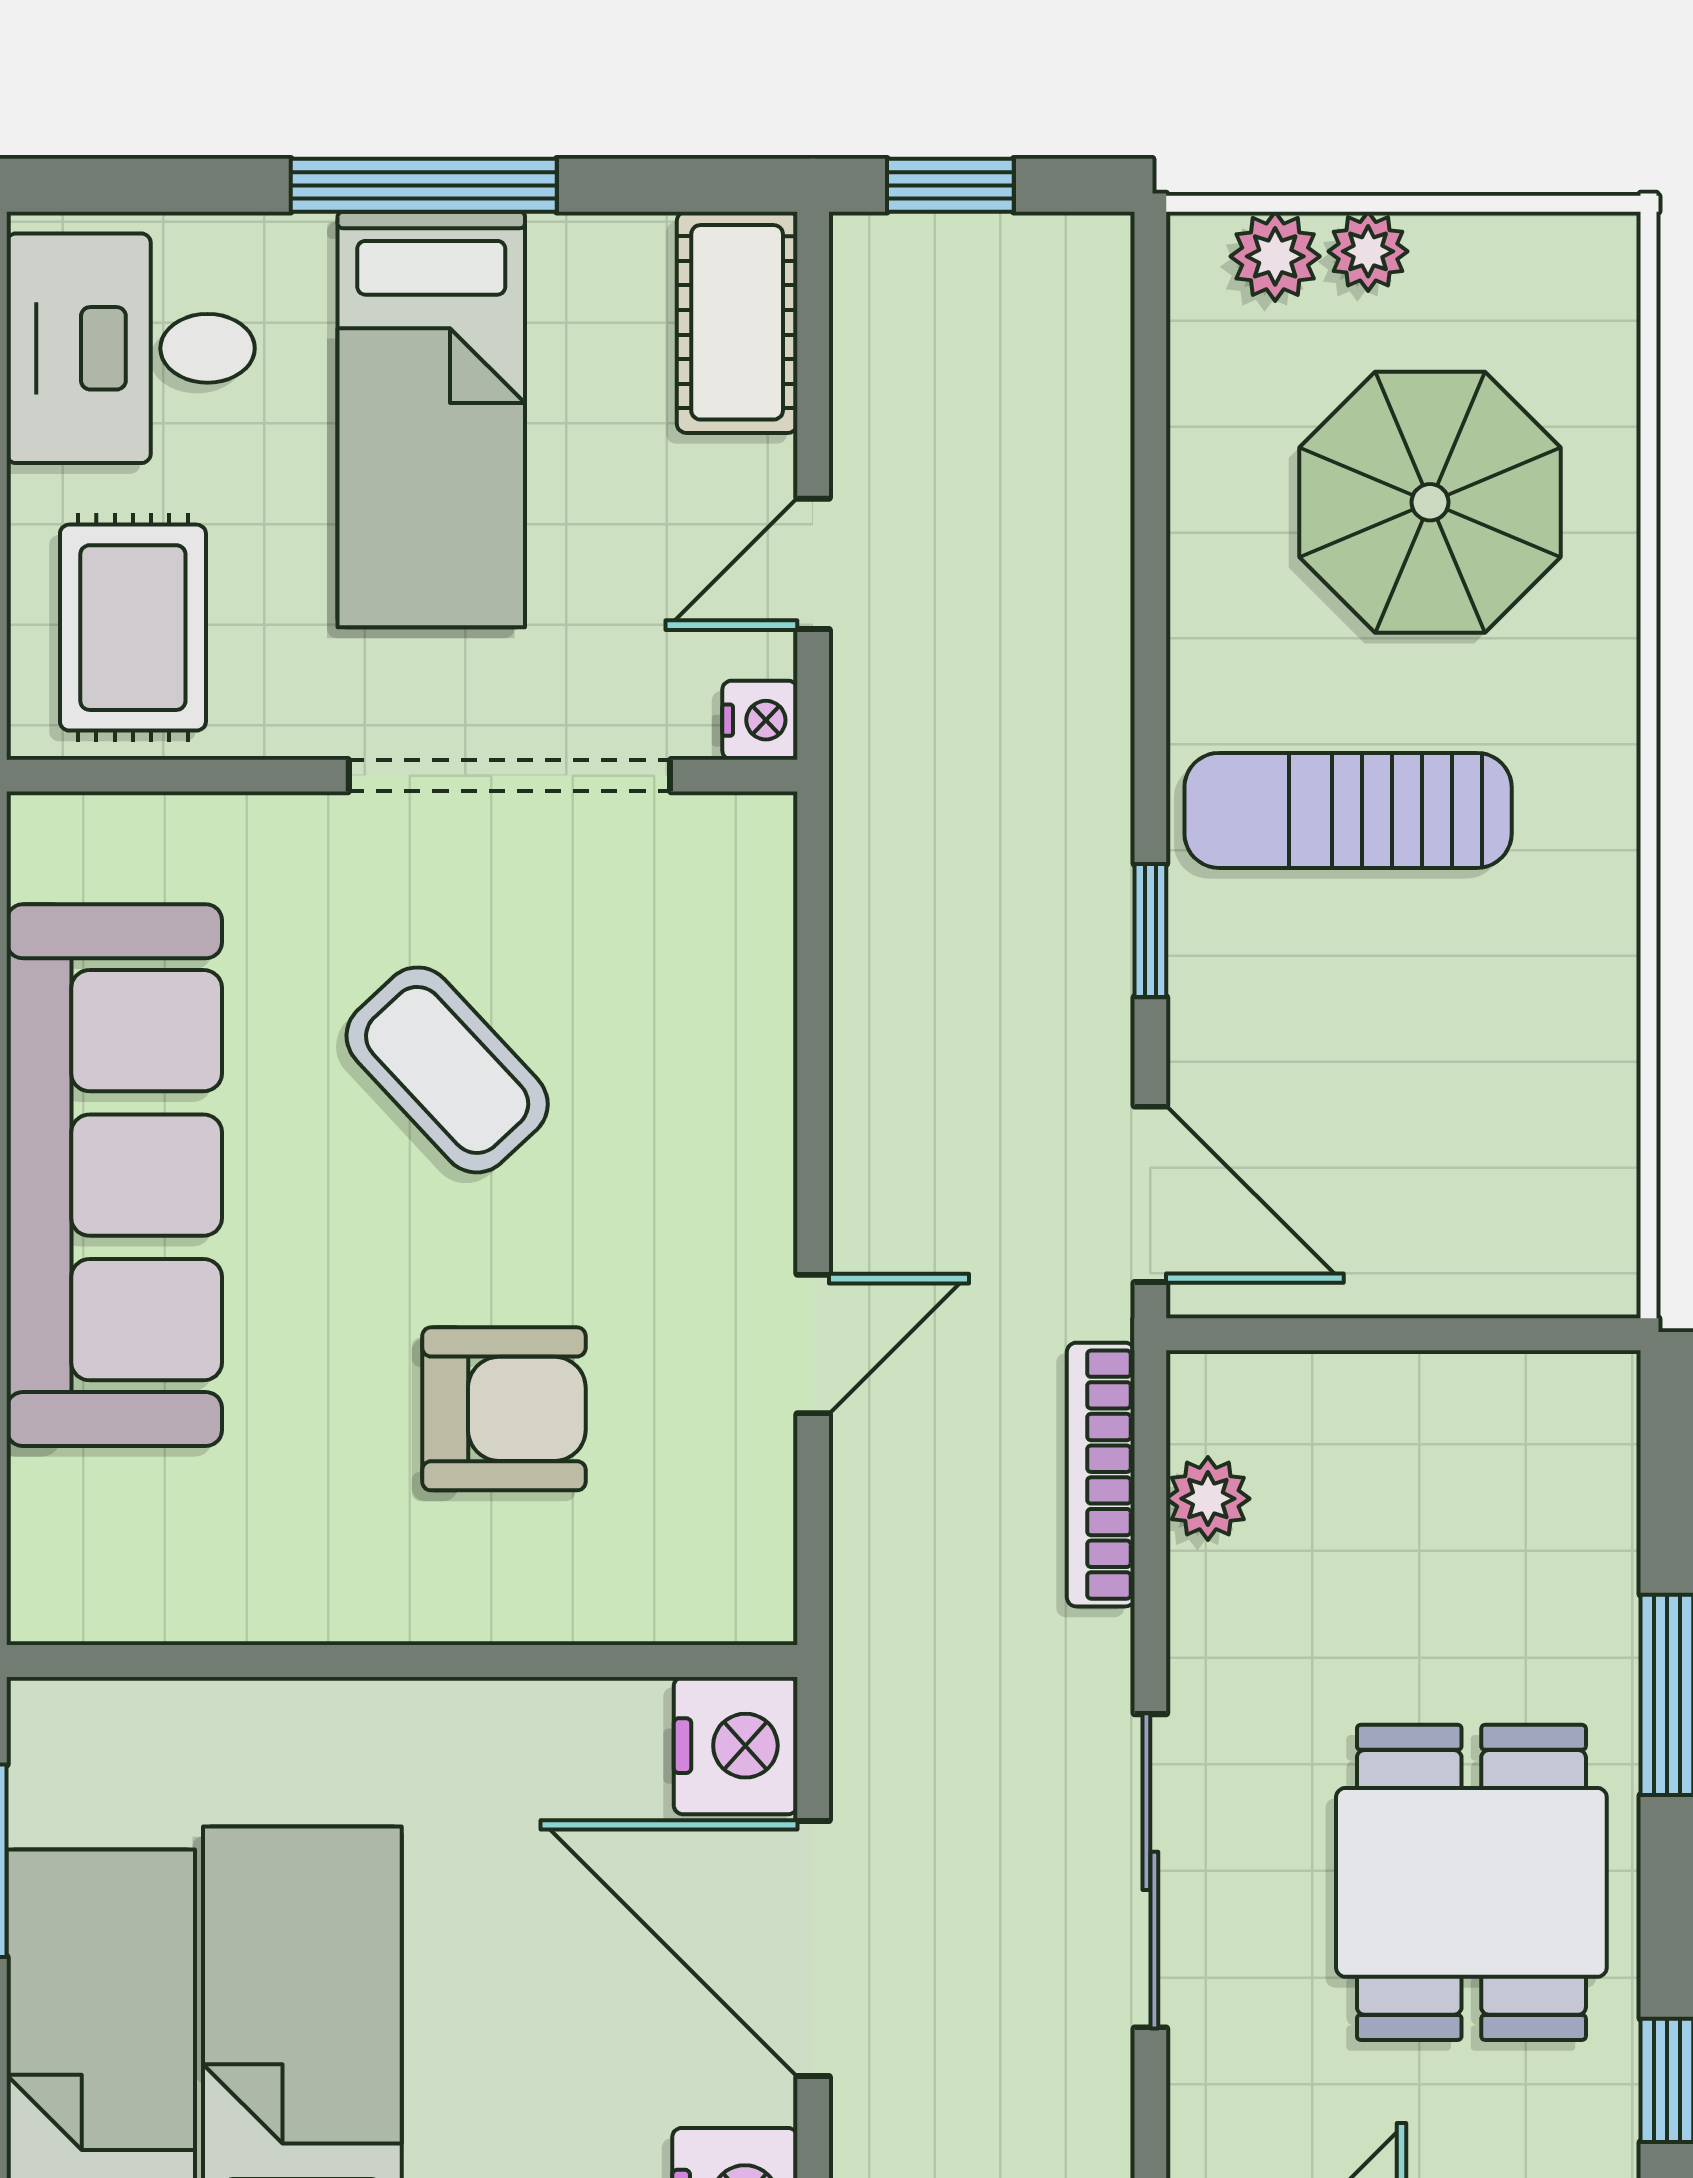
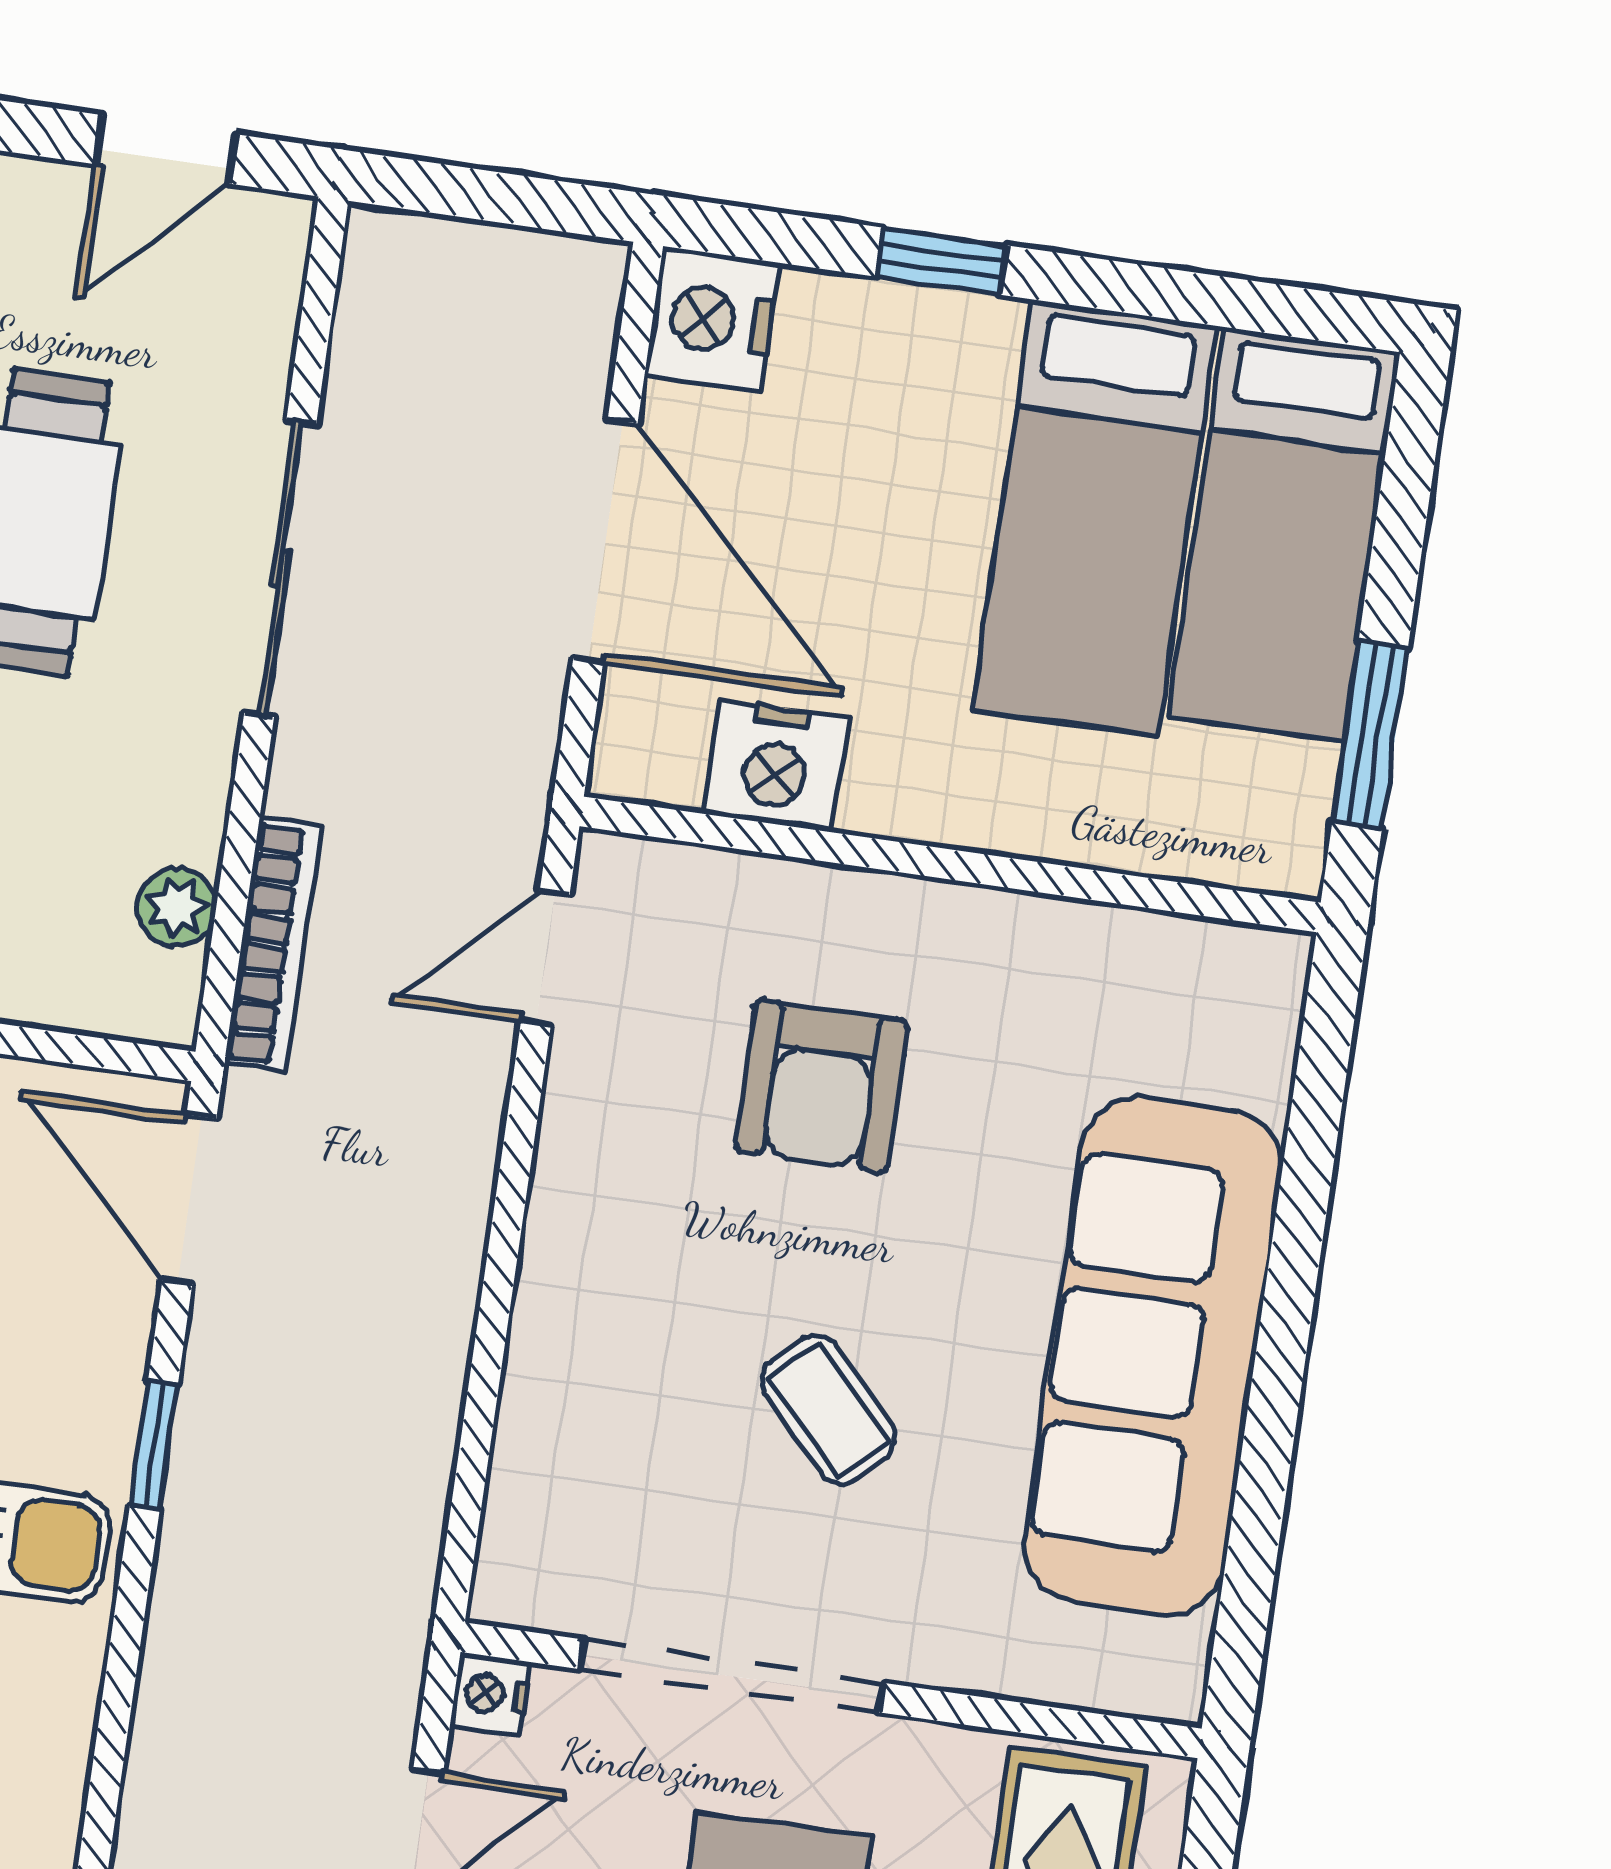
coffee table: (447, 1070) -> (829, 1410), width x0.73, depth x0.77
door: (813, 1344) -> (545, 958), moved
armchair: (504, 1409) -> (821, 1086), turned -90
nightstand: (736, 1746) -> (776, 765), moved, turned -90

